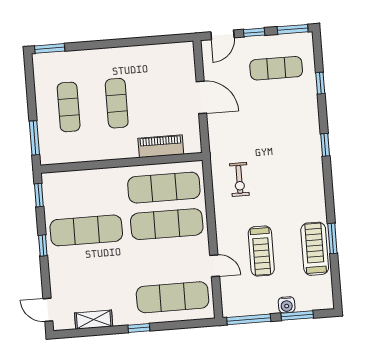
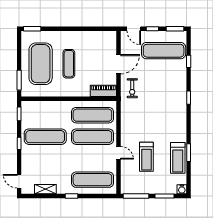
door: (222, 35) -> (134, 29), hinge flipped
exercise mat: (276, 68) -> (164, 51), width x1.36, depth x1.45
door: (201, 97) -> (119, 64), hinge flipped
exercise mat: (69, 107) -> (41, 64), width x2.00, depth x1.45
piano: (161, 146) -> (103, 91), moved
exercise bike: (239, 179) -> (132, 88), moved
treadmill: (315, 249) -> (178, 158), turned 180
door: (215, 266) -> (119, 153), moved
water cooler: (287, 305) -> (182, 189), moved

